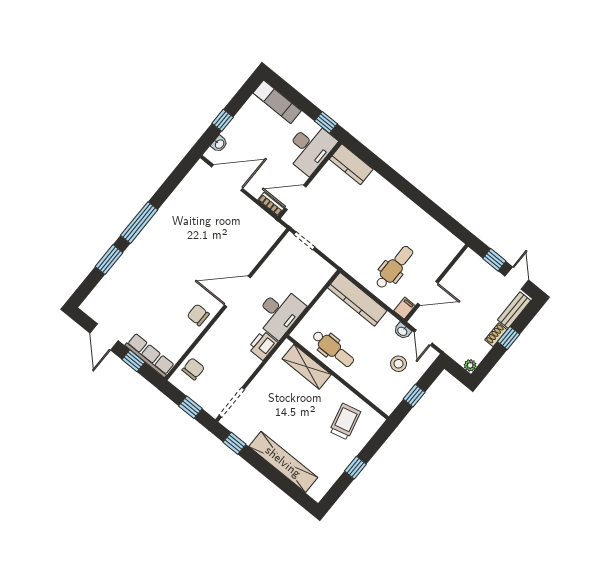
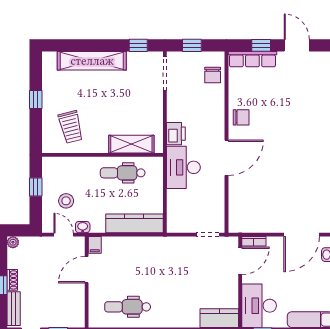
dental chair: (394, 267) -> (128, 307), moved, turned 90

